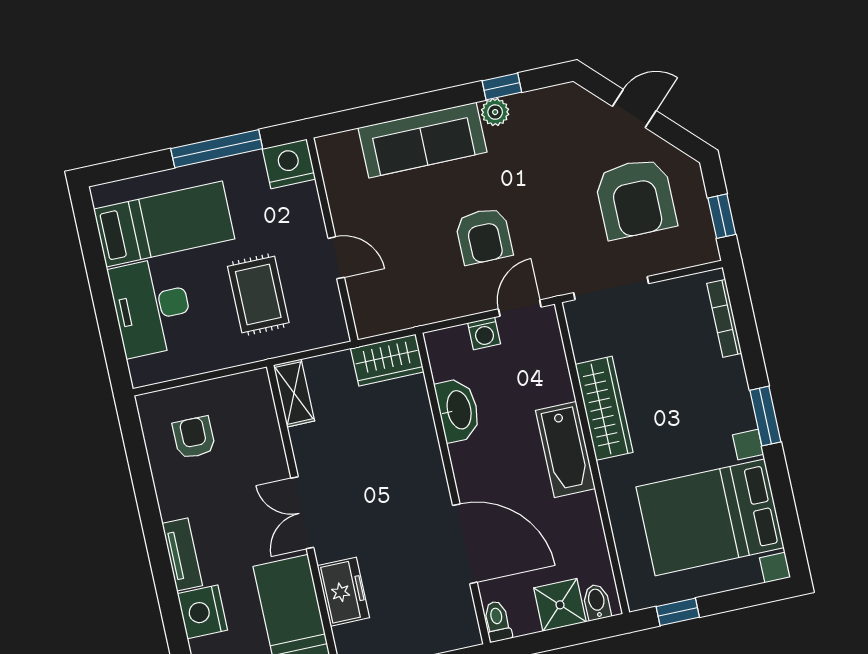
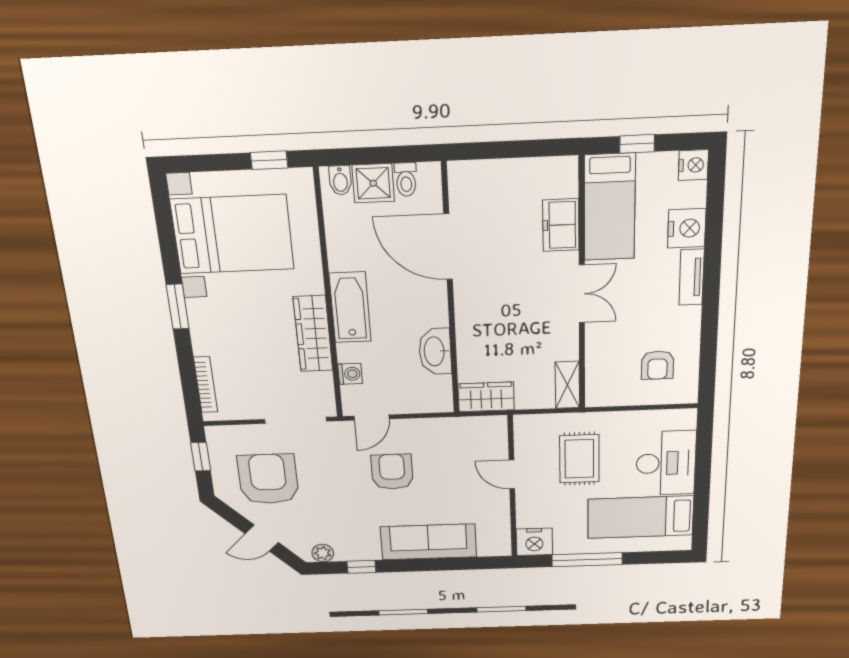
plant: (495, 112) -> (323, 553), moved
washing machine: (484, 333) -> (350, 374), moved, turned 90
toilet: (497, 621) -> (406, 180), moved

